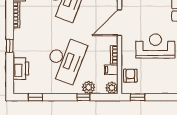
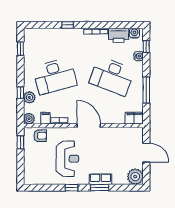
desk: (65, 60) -> (55, 76), turned -36
printer: (21, 69) -> (47, 35), removed

